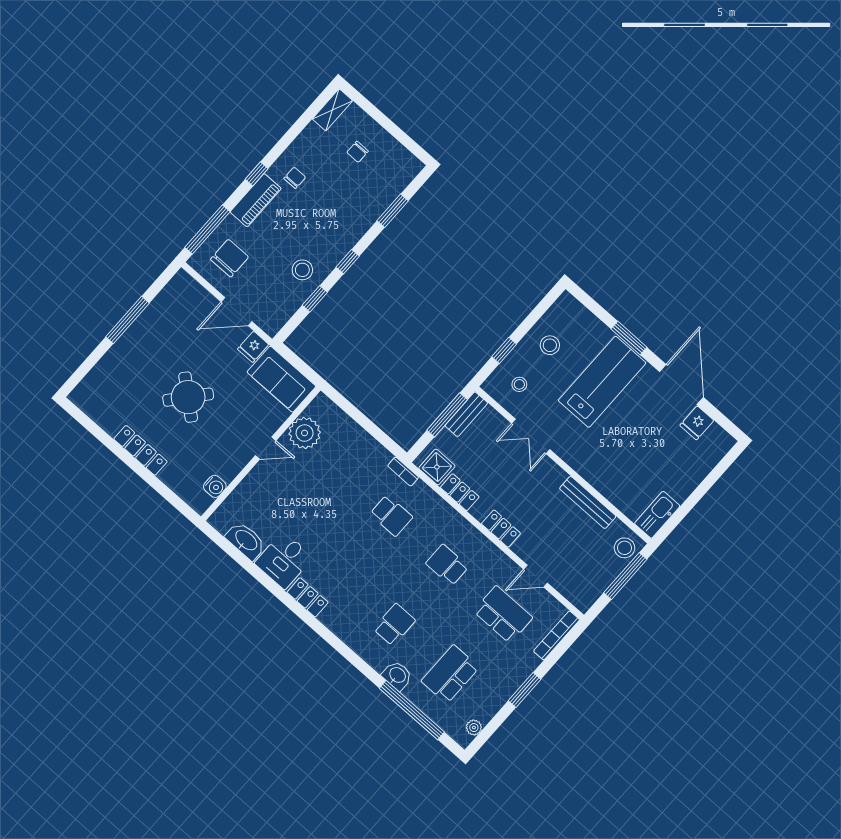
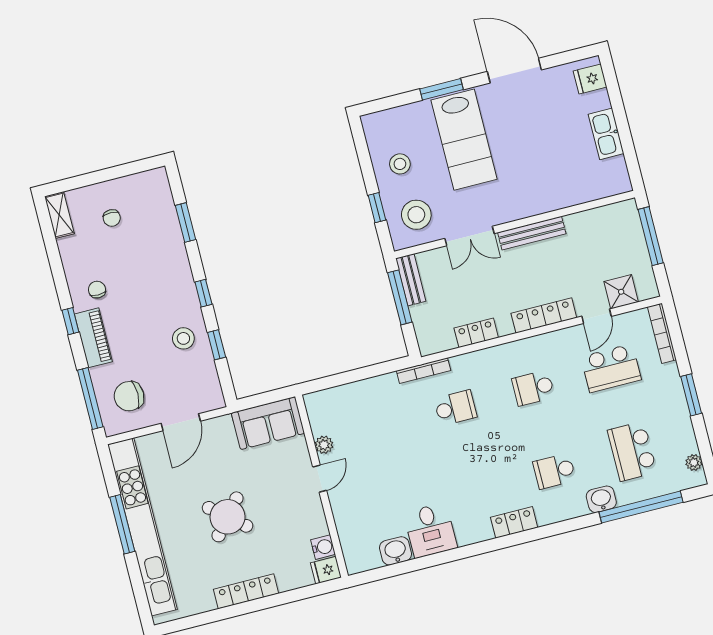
chair: (229, 258) -> (129, 396), turned -90
kitchen unit: (136, 337) -> (143, 527), added
fridge: (253, 347) -> (326, 570), moved, turned 90
lab bench: (602, 382) -> (464, 140), turned 180
stool: (519, 384) -> (416, 215), width x1.89, depth x1.89
fridge: (697, 423) -> (590, 79), moved, turned 90
plant: (305, 433) -> (324, 445), width x0.53, depth x0.53
shower: (437, 467) -> (621, 292), moved
bookcase: (403, 472) -> (424, 371), width x1.56
bench: (588, 502) -> (532, 233), moved
kitchen sink: (657, 515) -> (606, 134), moved
locker: (501, 529) -> (544, 315), width x1.53
washbasin: (246, 541) -> (396, 551), width x0.72
stool: (624, 548) -> (625, 220), removed
locker: (308, 597) -> (514, 522), moved
school desk: (503, 614) -> (611, 368), turned 180
school desk: (394, 625) -> (554, 471), turned -90

